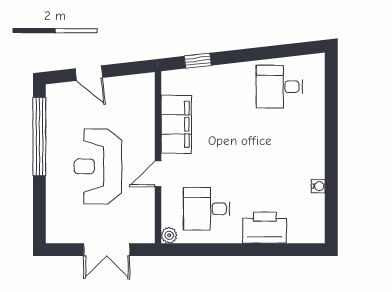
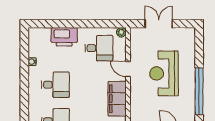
desk: (279, 148) -> (55, 85), added
reception desk: (98, 166) -> (164, 73), turned 180
door: (158, 174) -> (128, 69), swing flipped

